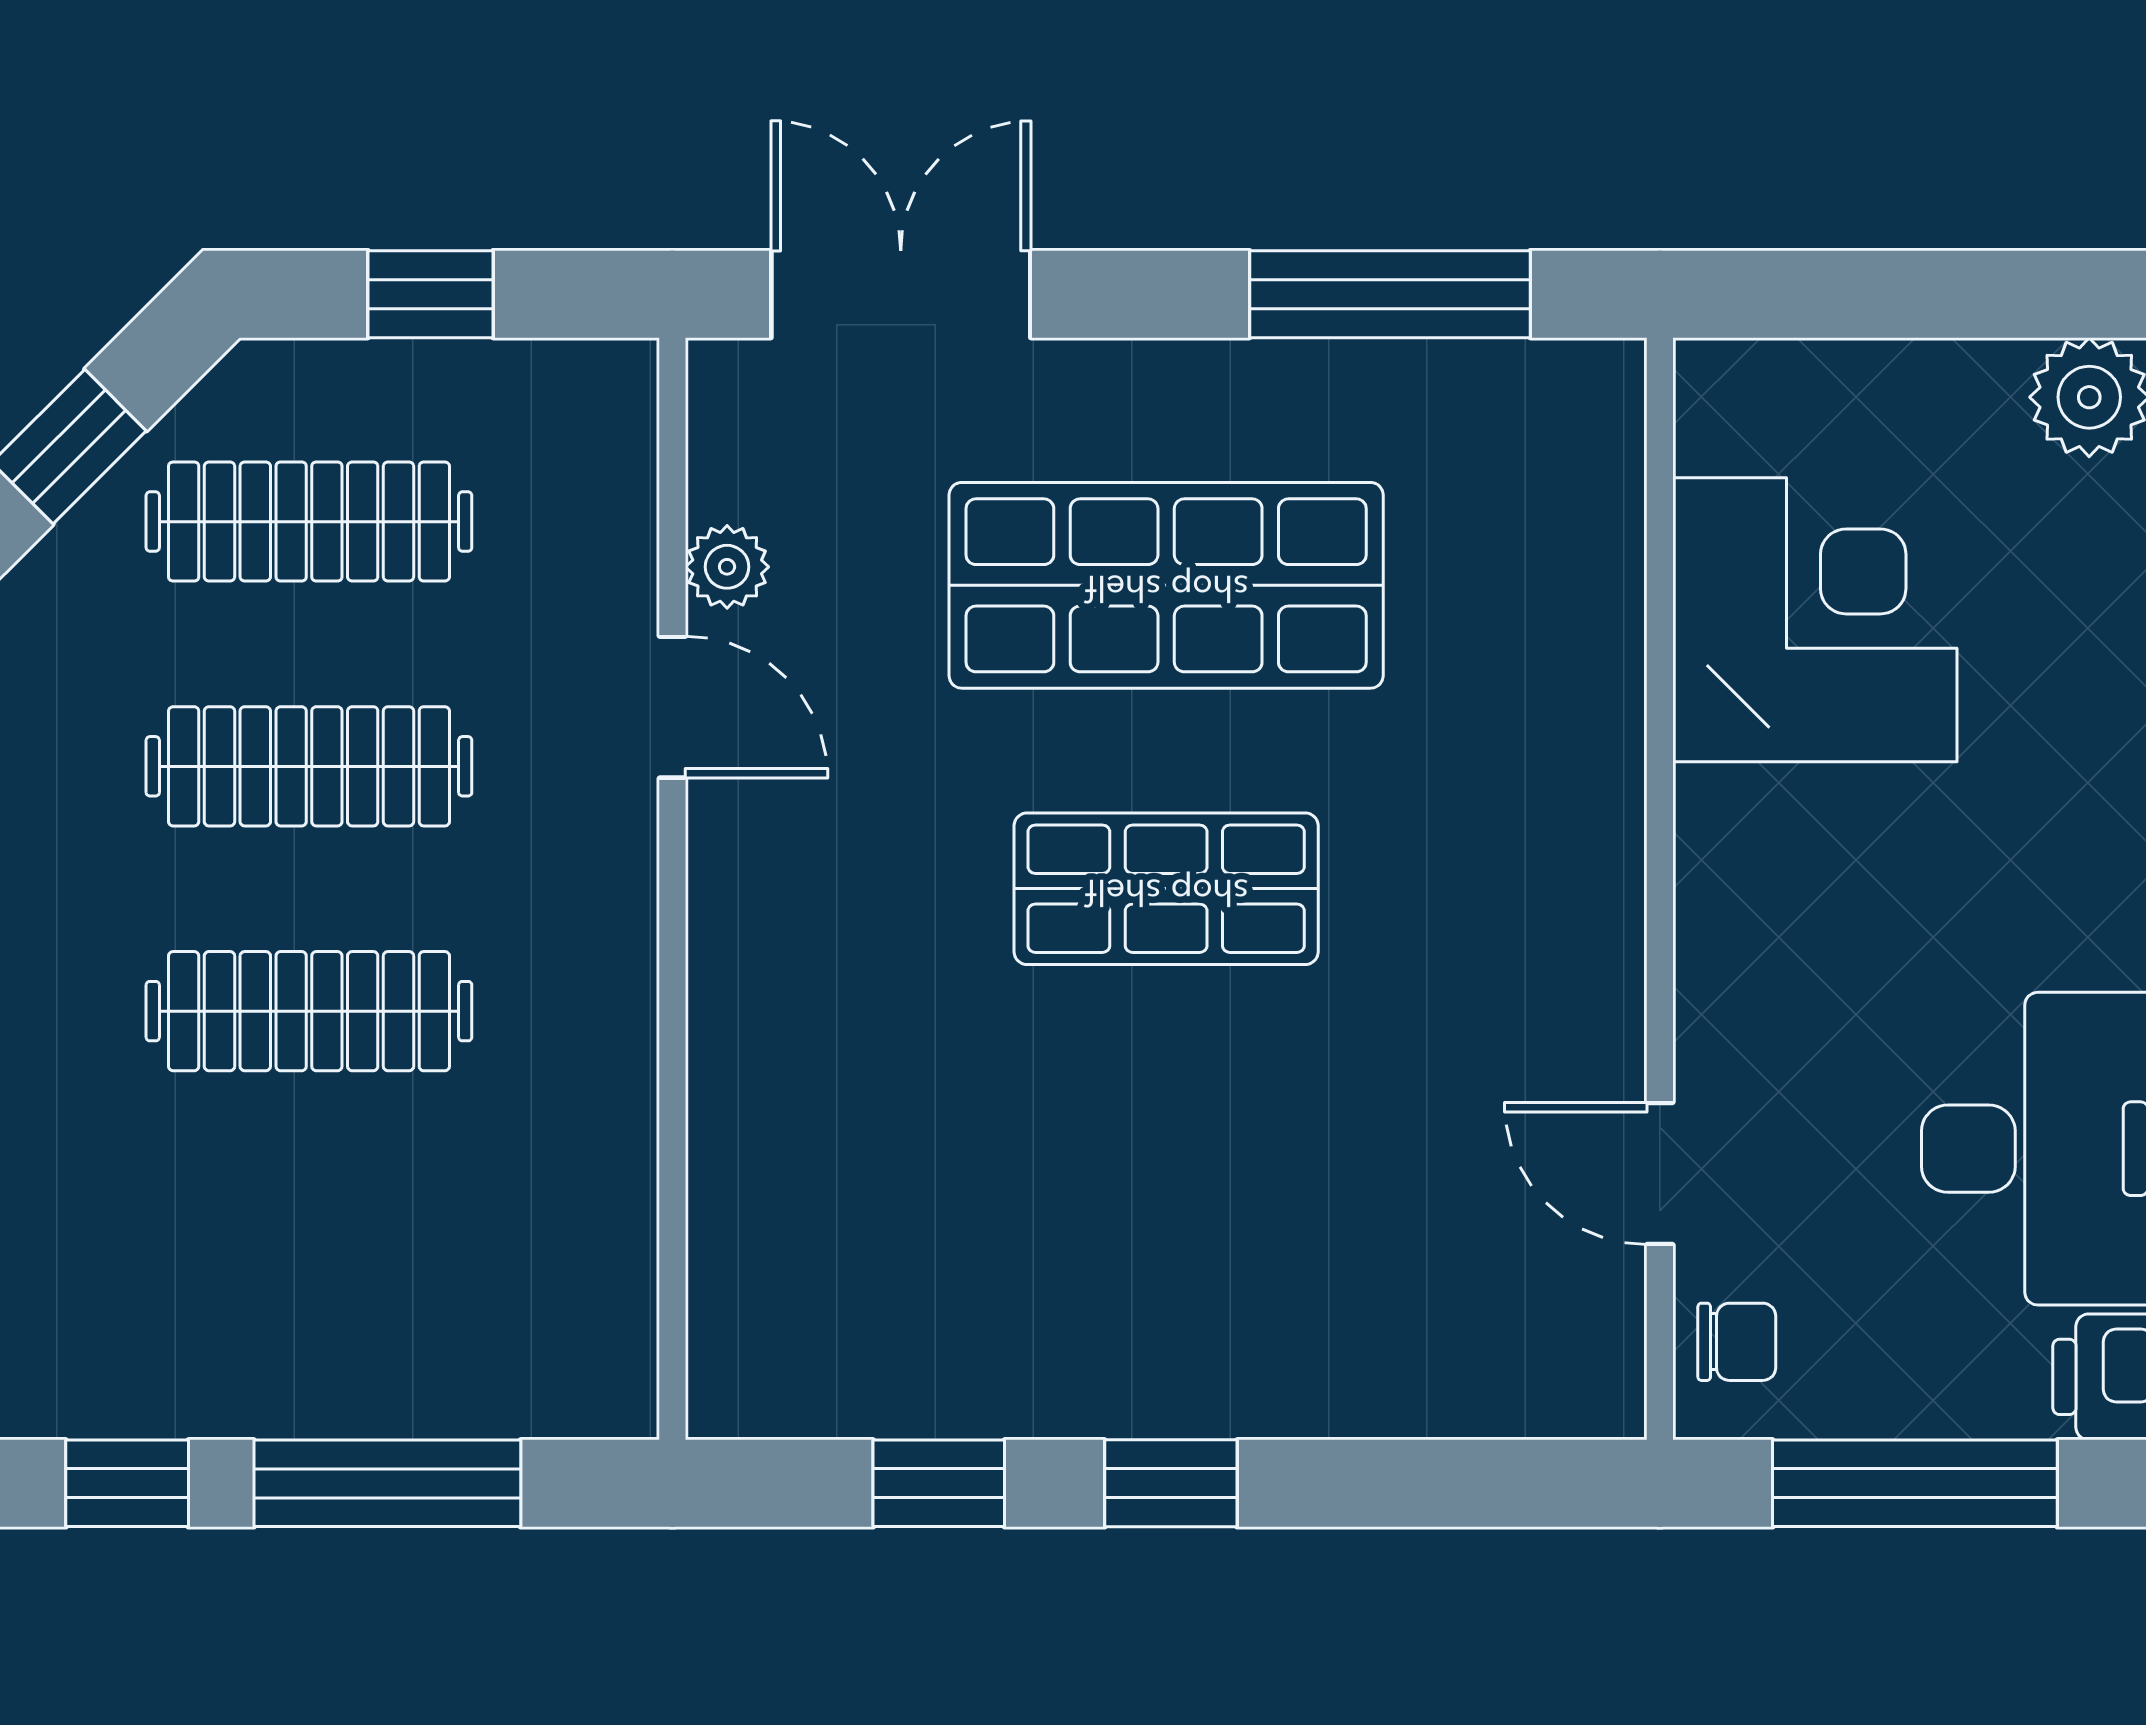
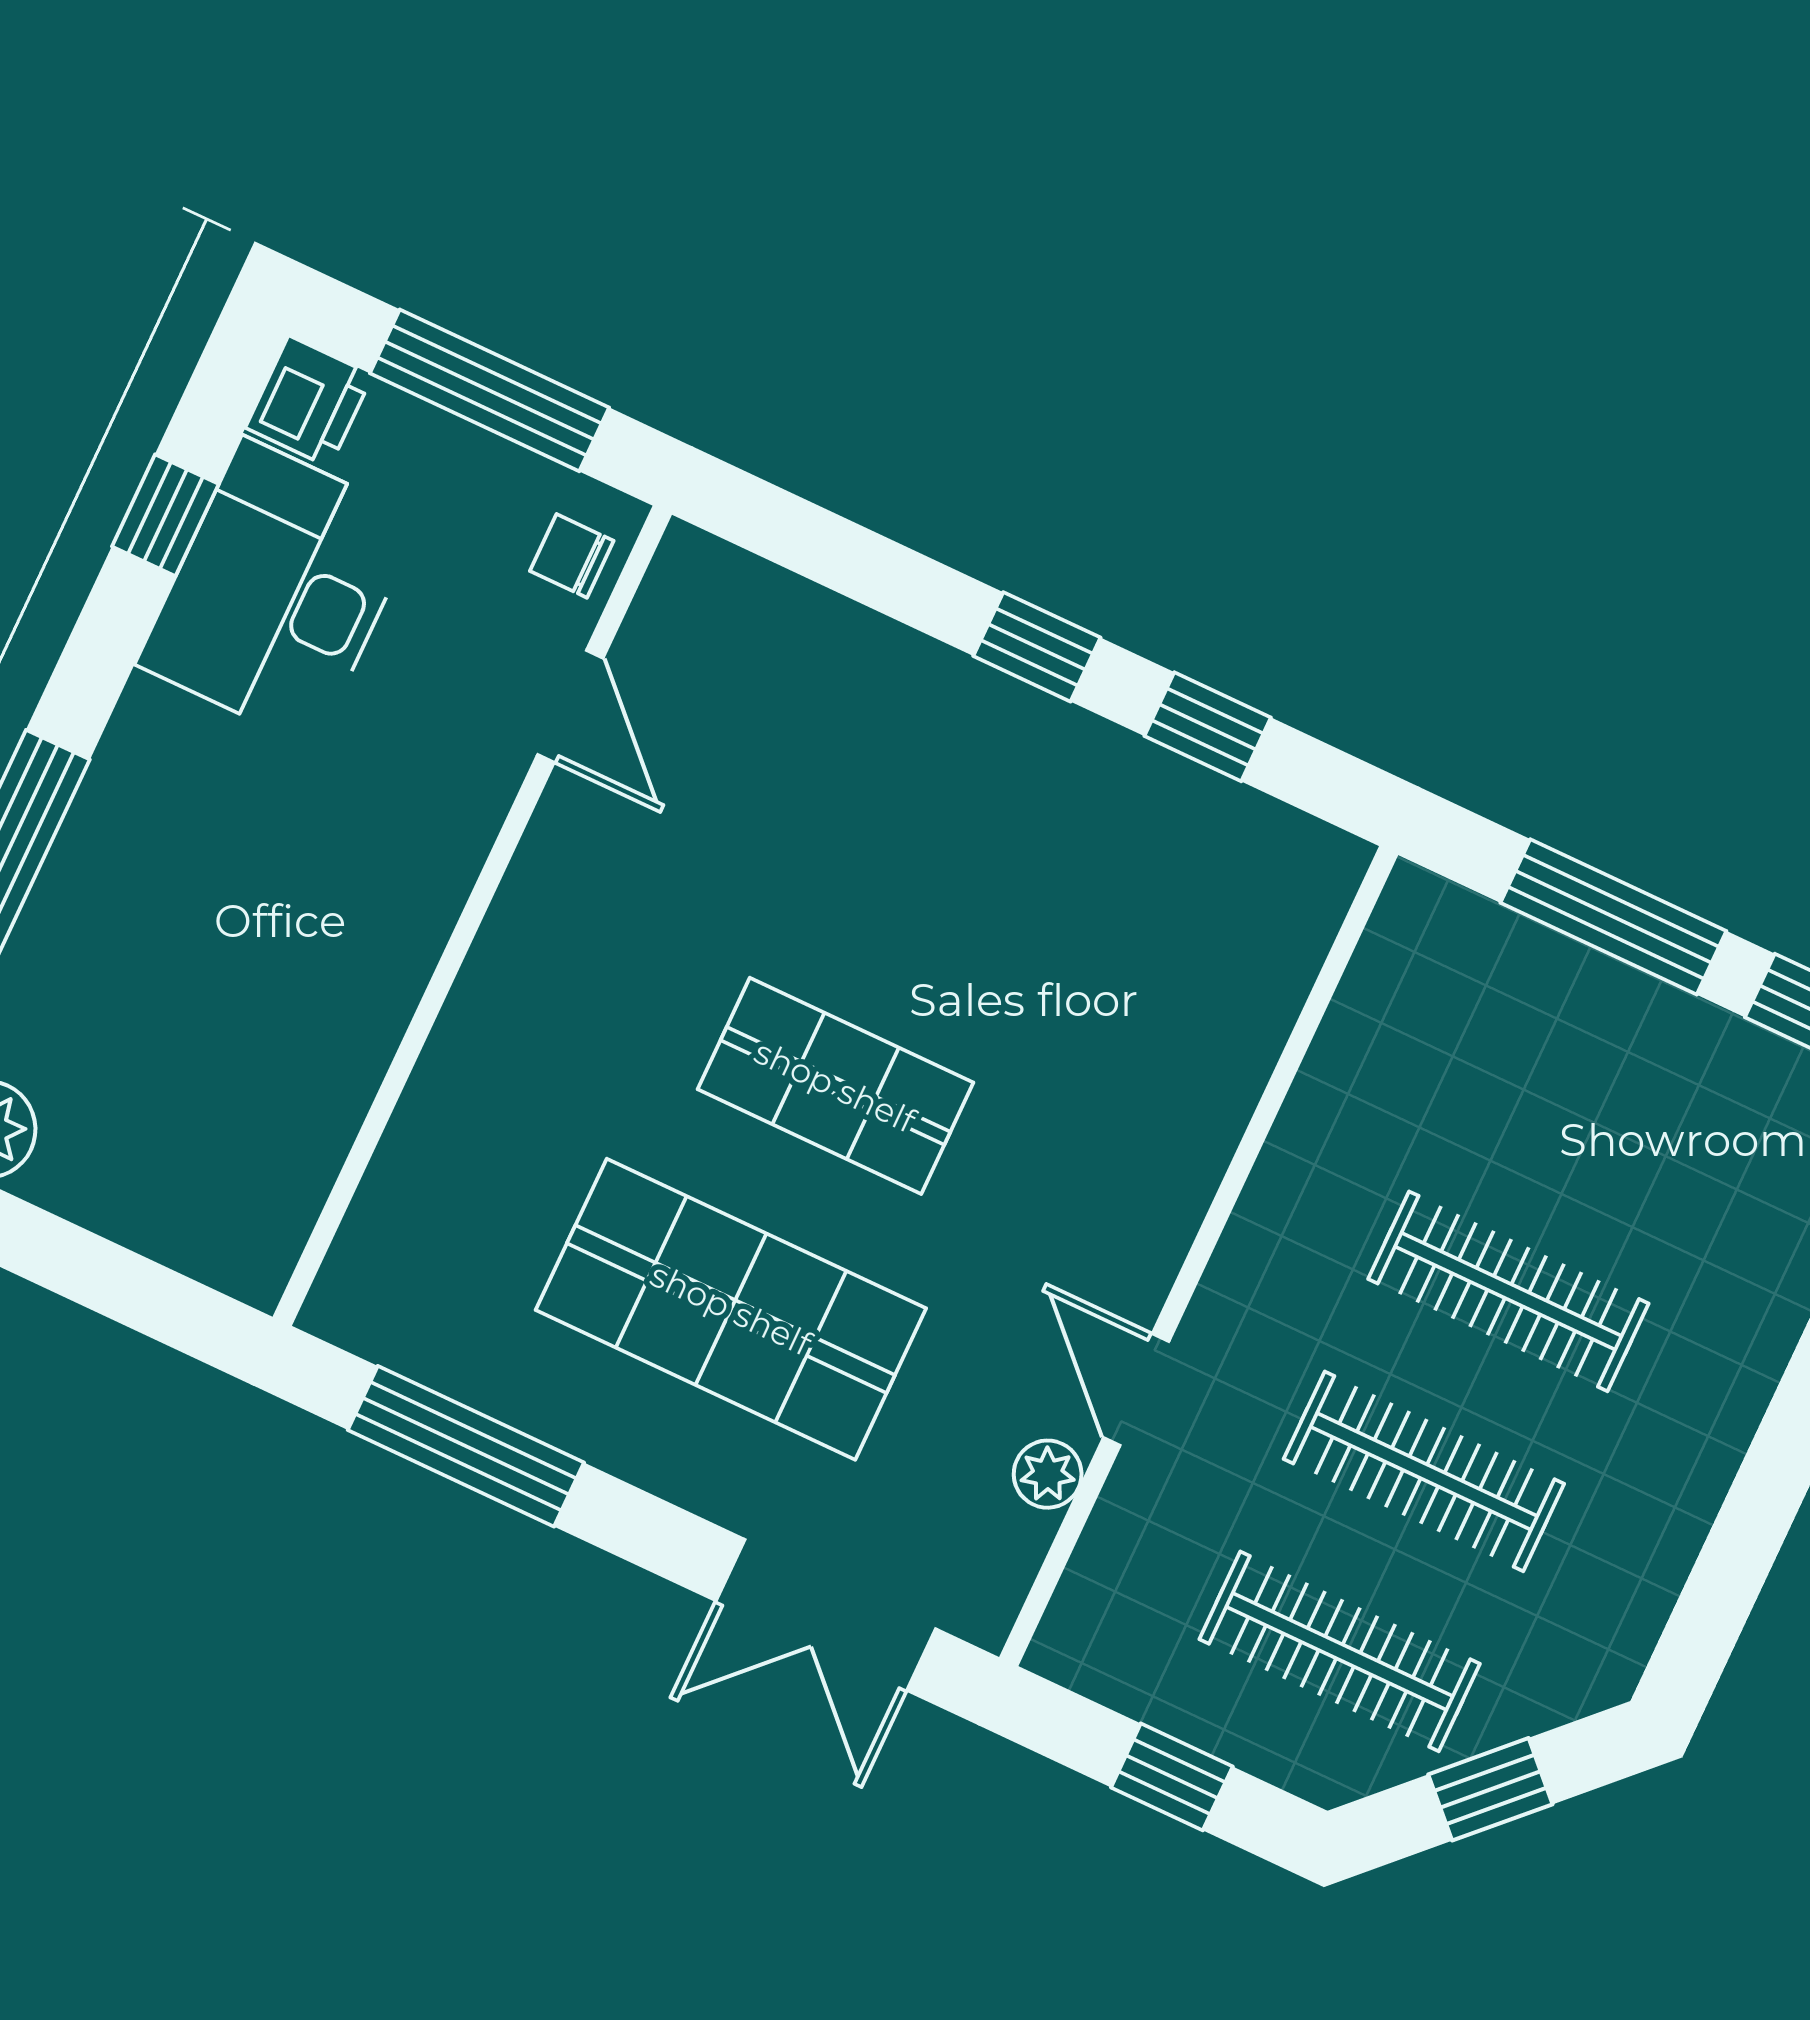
corner desk: (1815, 620) -> (265, 1060), removed

